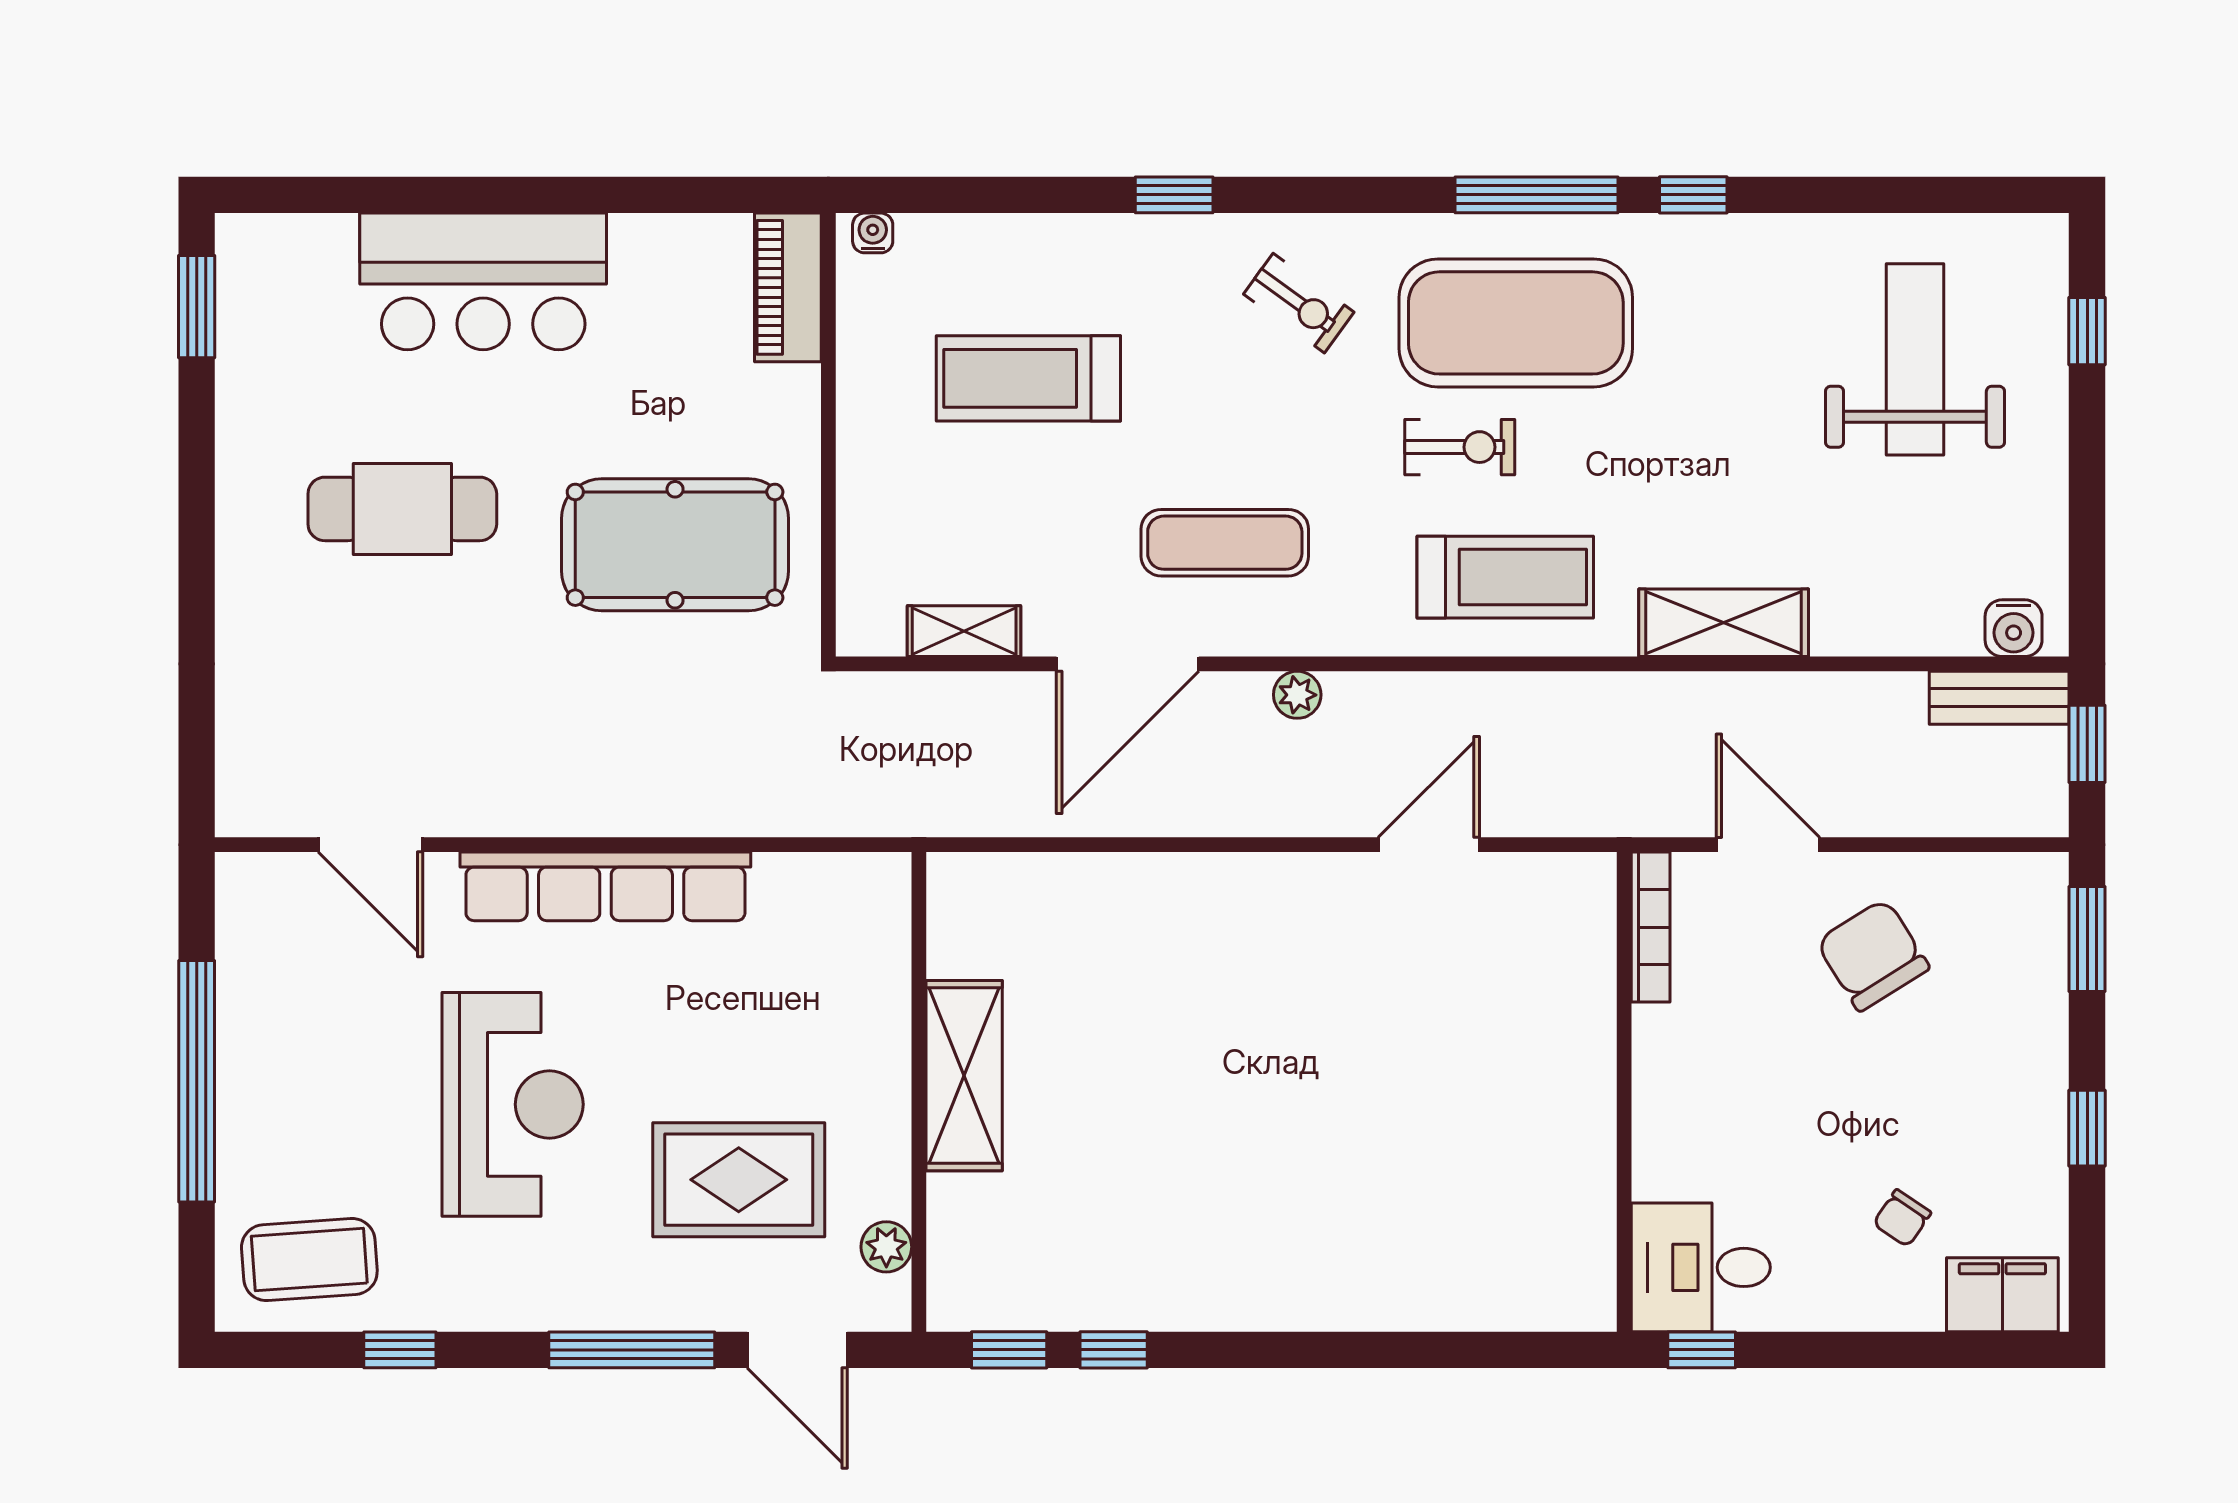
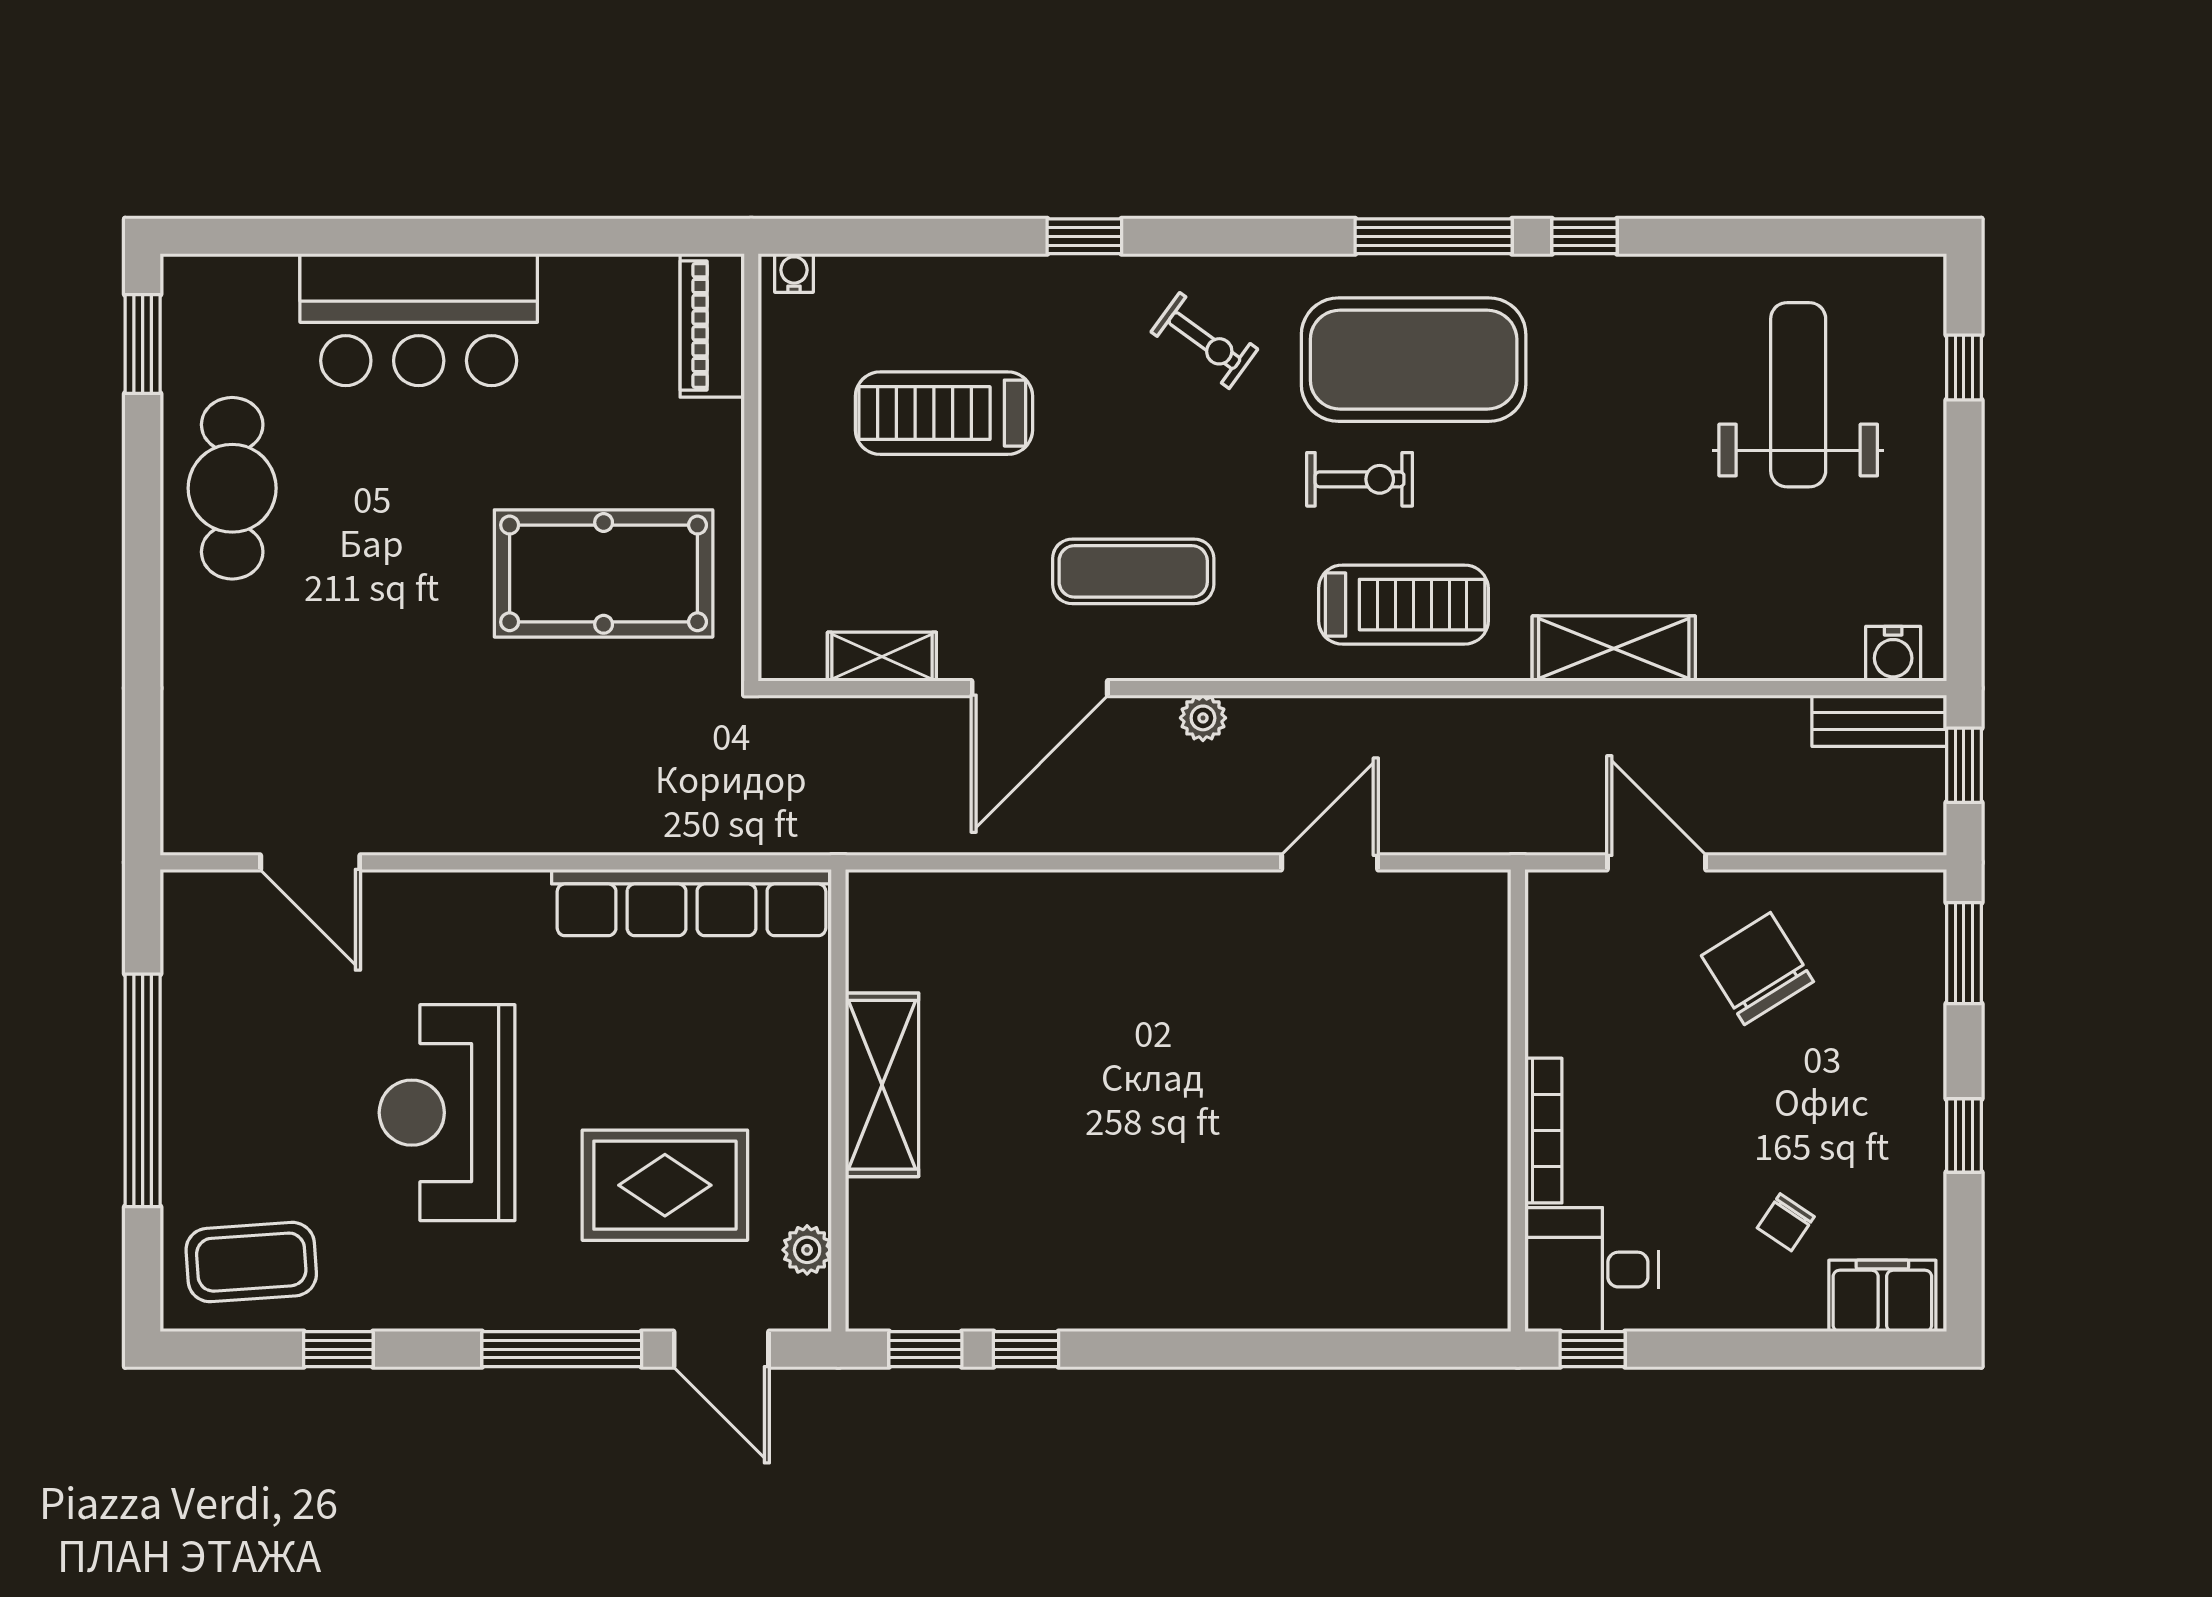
cafe table: (402, 509) -> (232, 488), moved, turned 90
row of seats: (605, 886) -> (691, 903), moved
bookcase: (1651, 927) -> (1543, 1131), moved
reception desk: (513, 1104) -> (447, 1113), turned 180

